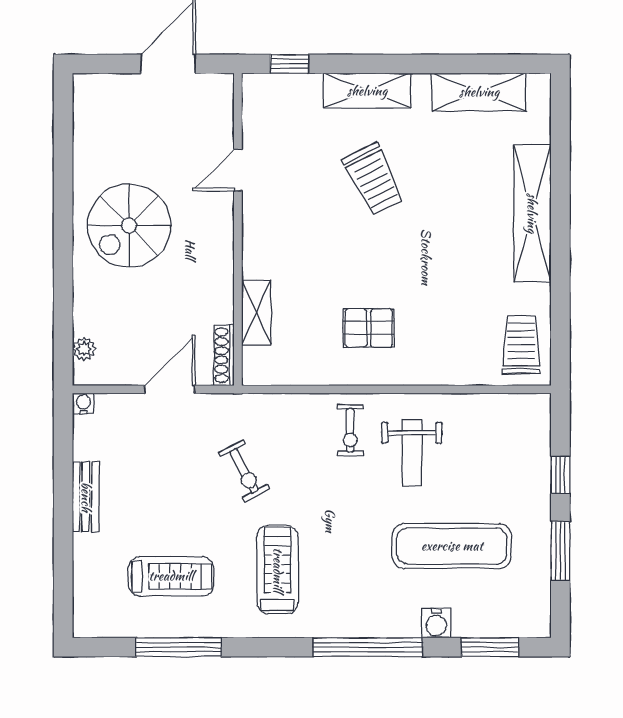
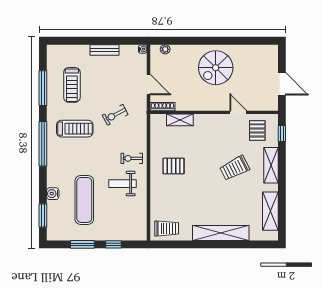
pallet: (282, 124) -> (257, 130), added
spiral stairs: (129, 225) -> (216, 68), turned -90
pallet: (369, 328) -> (174, 166), turned 90
window: (368, 647) -> (43, 144), moved

